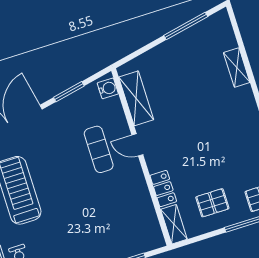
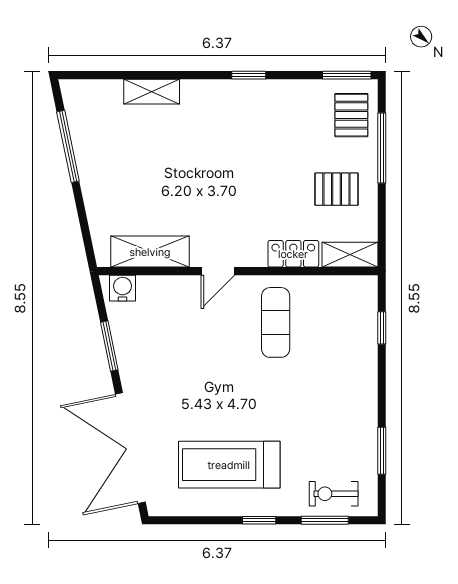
exercise mat: (99, 149) -> (276, 322), moved, turned 90
pallet: (212, 203) -> (336, 189), turned 90

